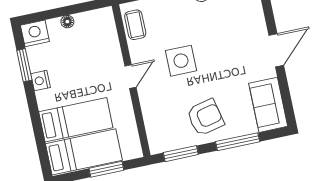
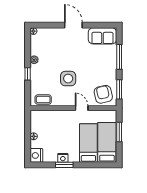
window: (24, 65) -> (64, 165), moved
door: (130, 77) -> (82, 108), moved
armchair: (205, 117) -> (103, 94), moved

